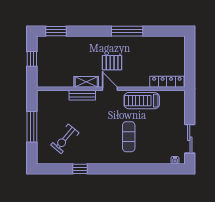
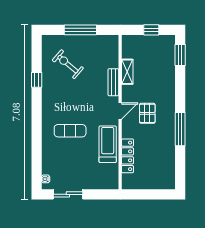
shelving: (86, 82) -> (127, 72), moved
locker: (167, 82) -> (127, 156), moved

